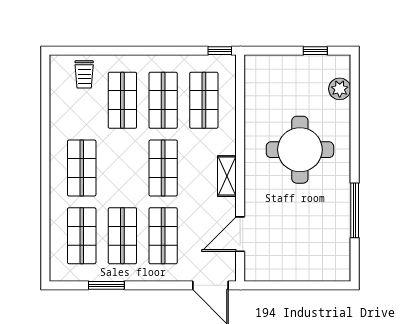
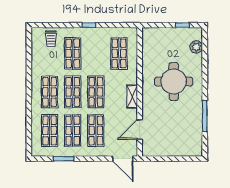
window: (220, 51) -> (89, 25), moved
shop shelf: (163, 100) -> (73, 92), moved

